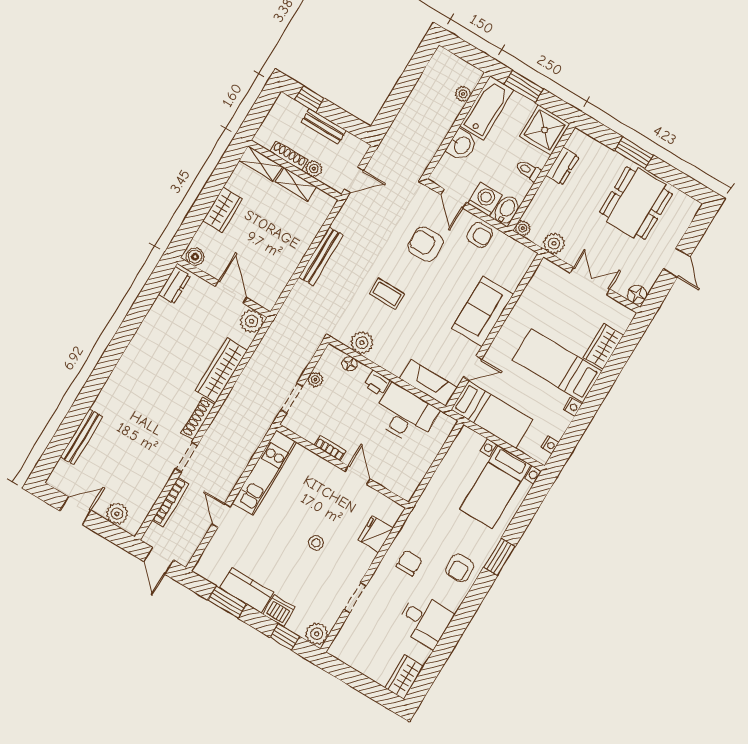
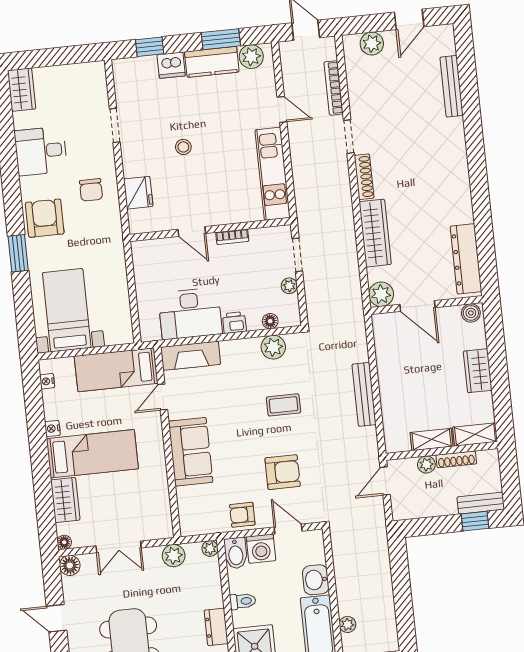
bench: (324, 126) -> (481, 503), moved
dresser: (174, 285) -> (466, 259), width x1.96, depth x1.24
floor lamp: (628, 315) -> (64, 542), added
armchair: (460, 568) -> (45, 218), width x1.38, depth x1.38
plant: (317, 634) -> (251, 57), moved

